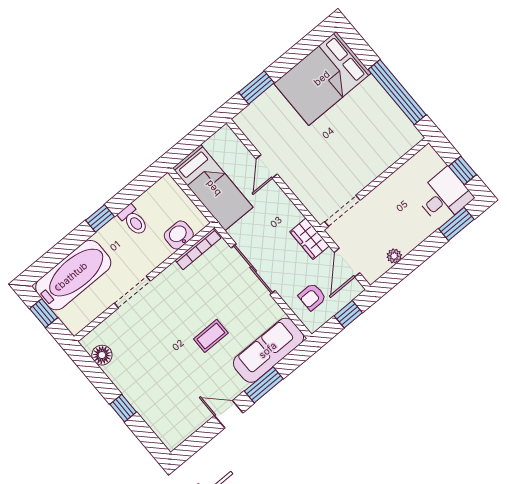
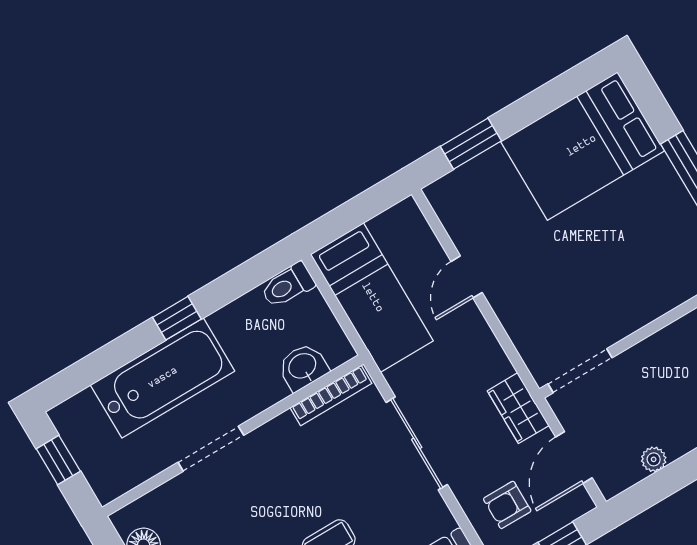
toilet: (133, 220) -> (288, 285), moved, turned 90
bathtub: (73, 275) -> (163, 378), moved

